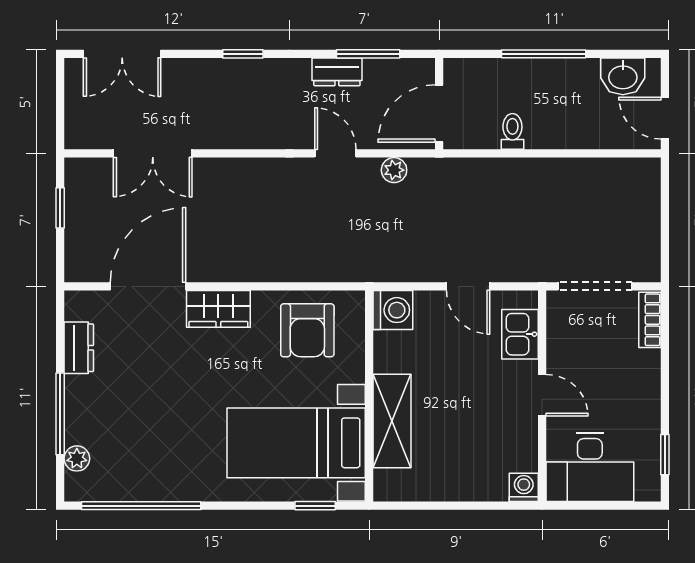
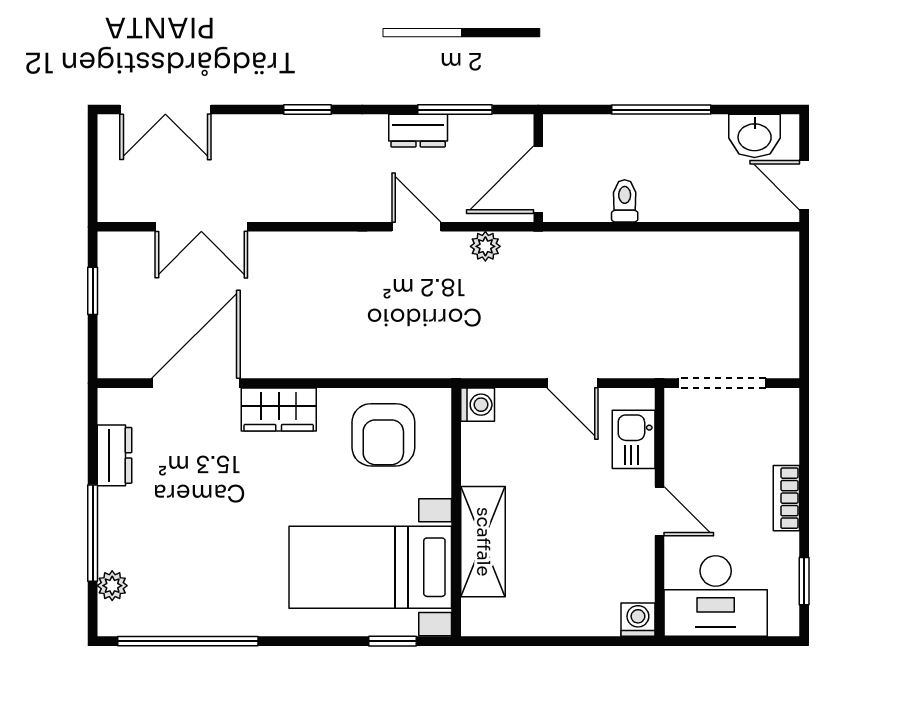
washing machine: (393, 310) -> (478, 405), width x0.73, depth x0.73
bookcase: (650, 320) -> (786, 498), moved

